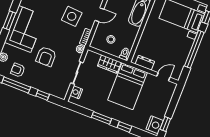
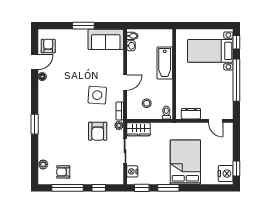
corner sofa: (25, 29) -> (54, 127), removed
armchair: (46, 56) -> (98, 131), moved
wardrobe: (109, 64) -> (138, 129), moved
door: (163, 77) -> (216, 121), swing flipped
bed: (128, 86) -> (185, 162), moved, turned 180
window: (124, 127) -> (142, 188), moved

